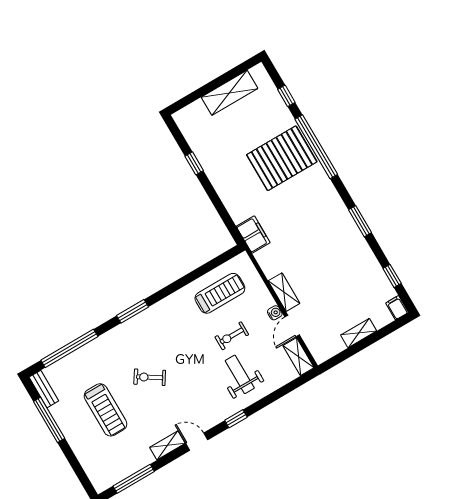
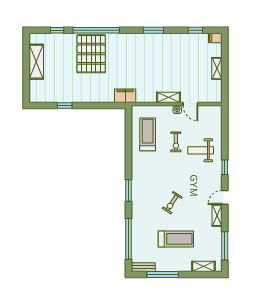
shelving: (299, 357) -> (203, 266), moved

